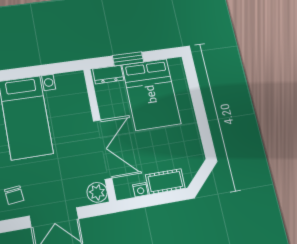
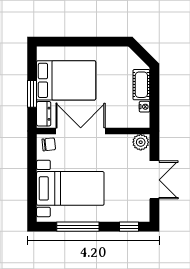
double door: (103, 149) -> (81, 131), moved
chair: (14, 195) -> (49, 144), moved

